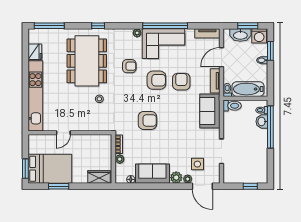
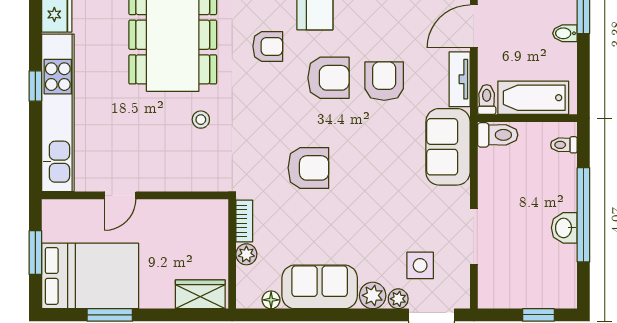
window: (25, 84) -> (35, 86), added
washbasin: (262, 121) -> (564, 228), moved
window: (270, 127) -> (583, 215), moved
window: (25, 169) -> (35, 253), moved

